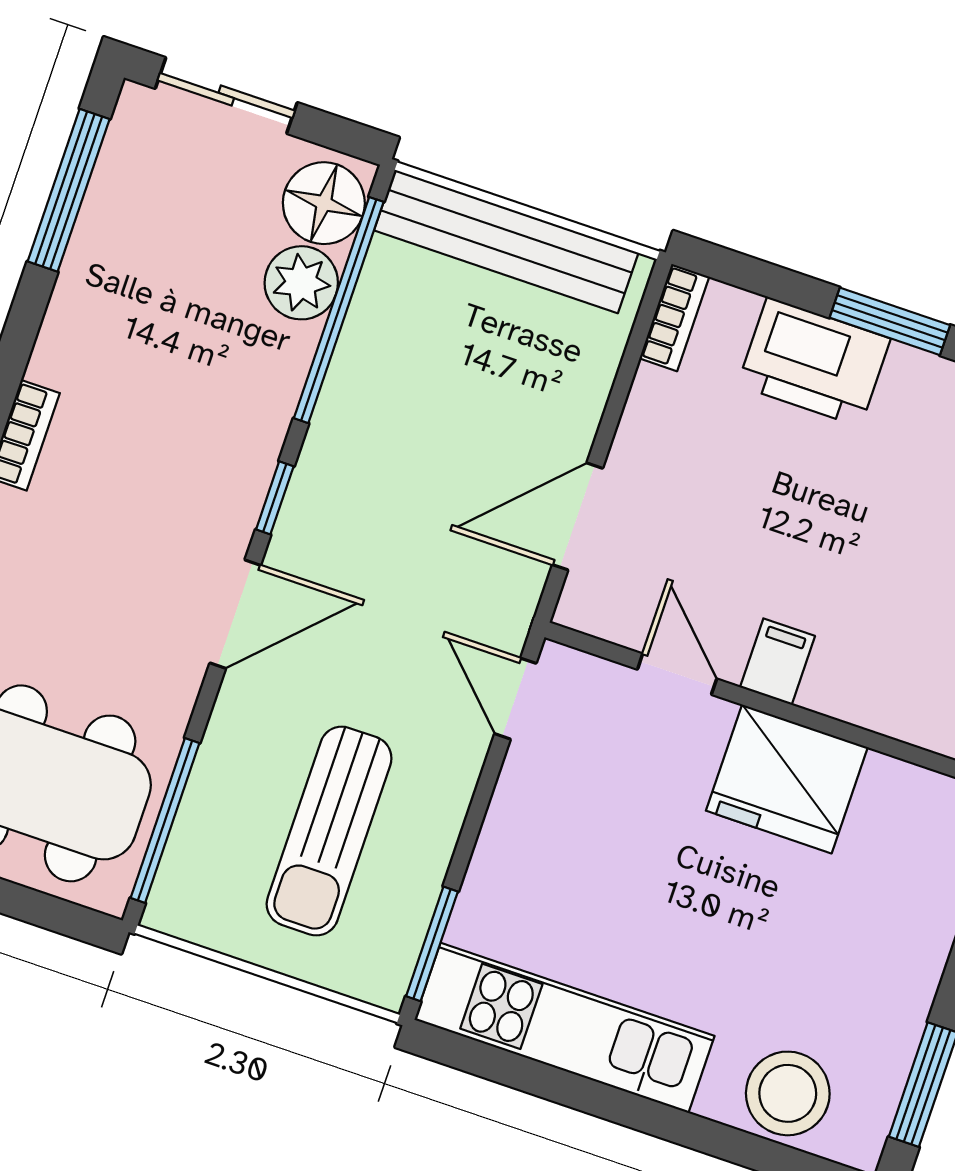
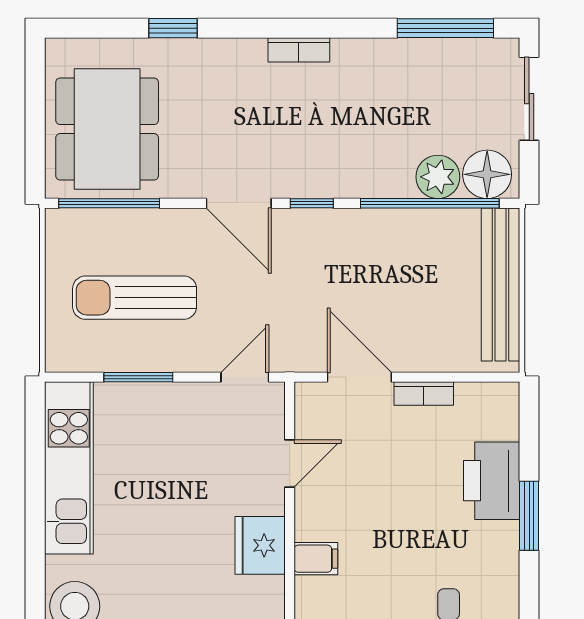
bookcase: (674, 318) -> (424, 394), moved
filing cabinet: (777, 662) -> (316, 559), moved
fridge: (787, 779) -> (260, 545), width x0.73, depth x0.75
window: (432, 944) -> (138, 377), moved

